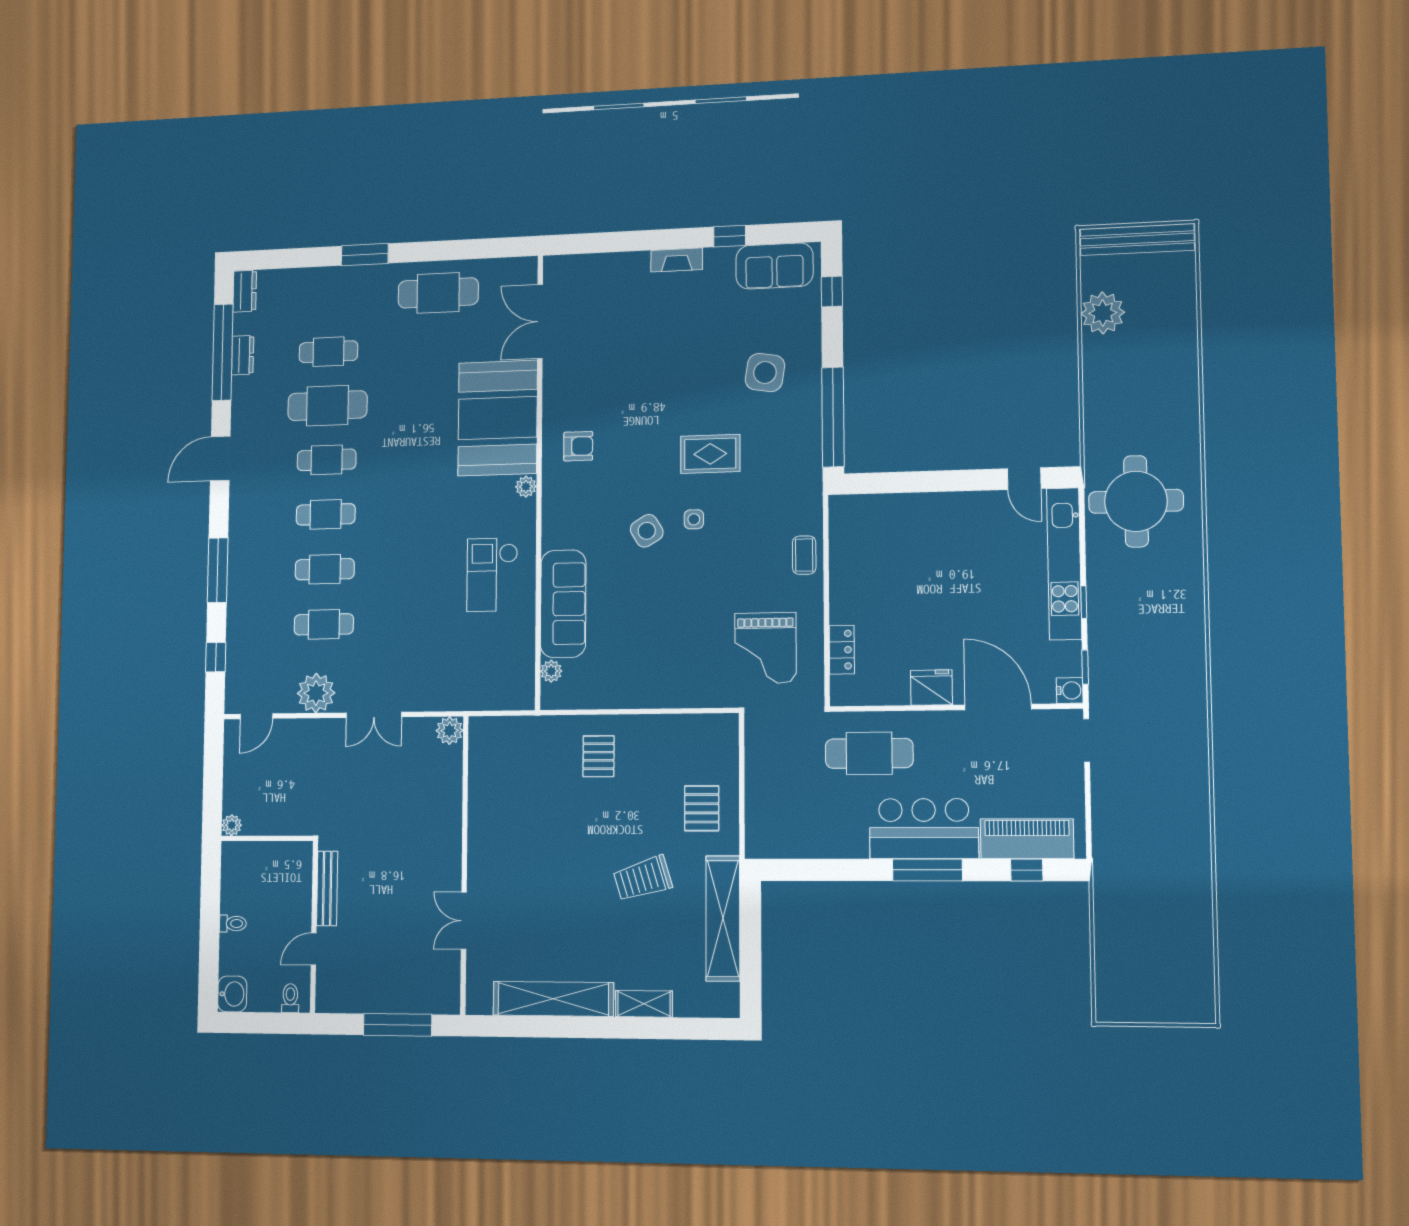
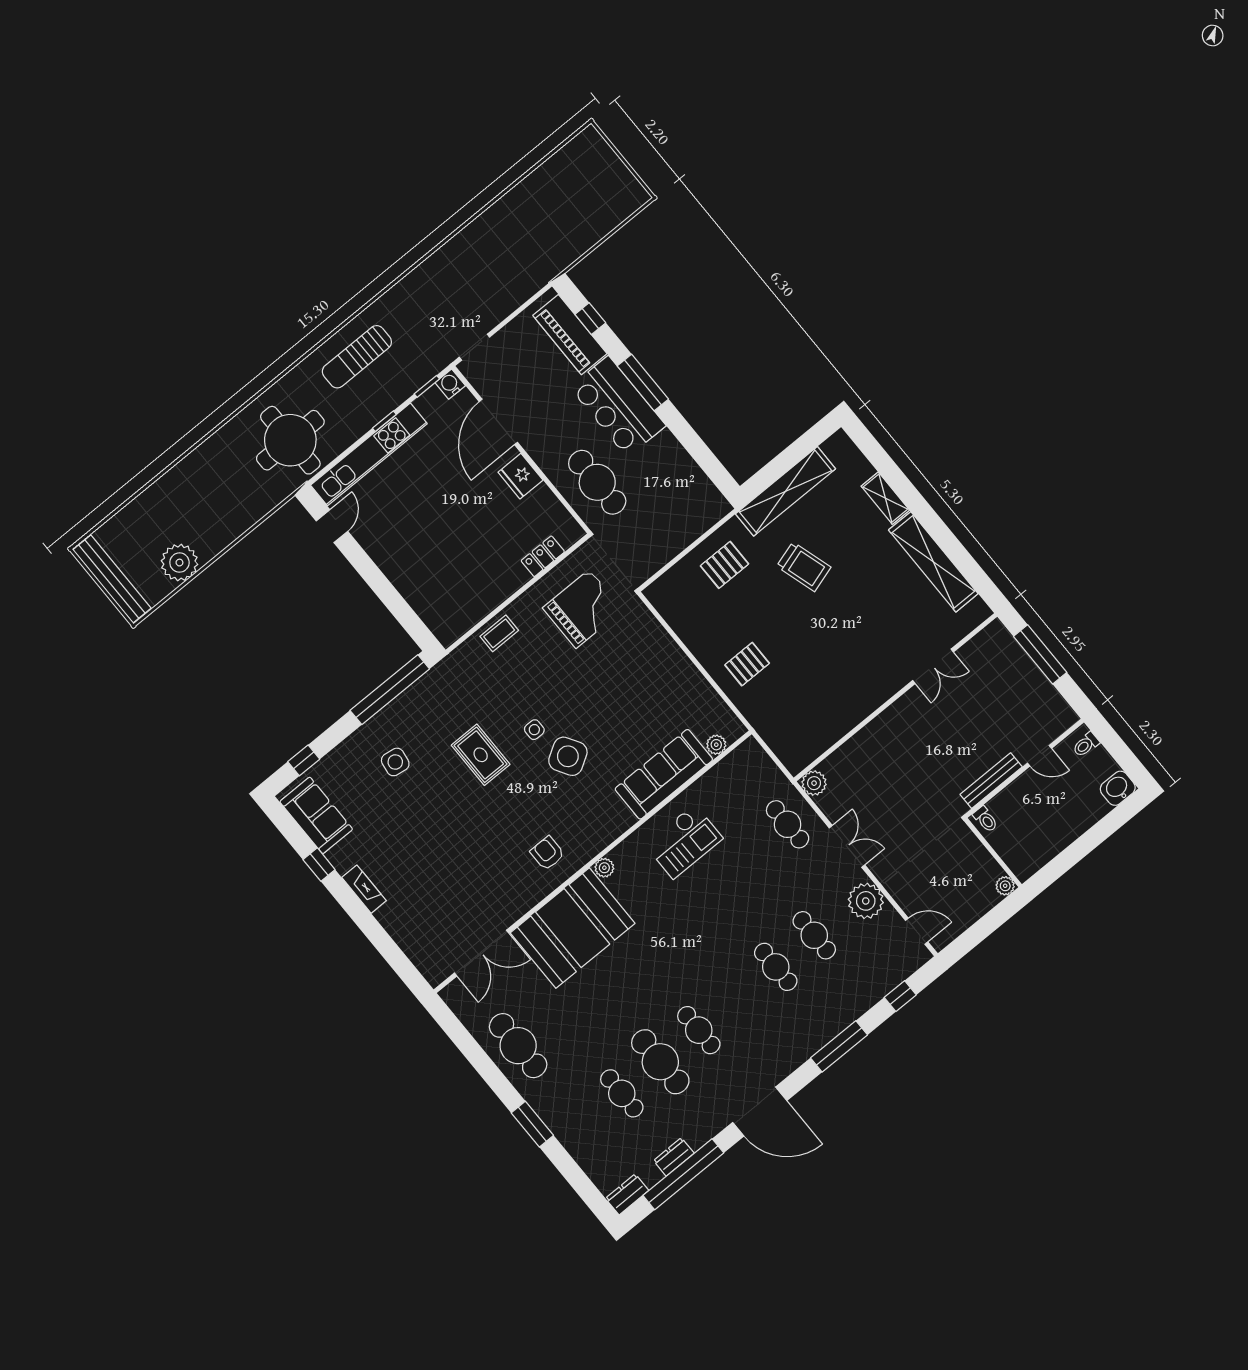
side table: (765, 373) -> (395, 762), width x0.73, depth x0.73
door: (220, 459) -> (760, 1112), width x1.36
cafe table: (326, 514) -> (788, 824), moved
side table: (647, 531) -> (568, 756), width x1.37, depth x1.37
sun lounger: (1166, 624) -> (357, 357), added
toilet: (233, 924) -> (985, 819), moved, turned 180

